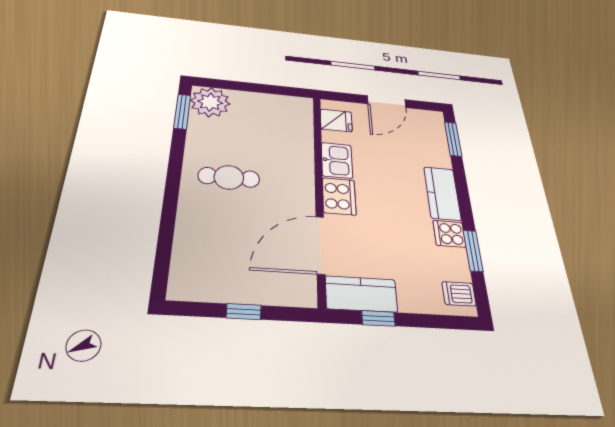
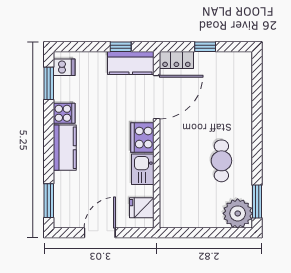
cafe table: (229, 177) -> (221, 161), moved, turned 90
window: (473, 251) -> (49, 83), moved
locker: (291, 294) -> (176, 60), added

